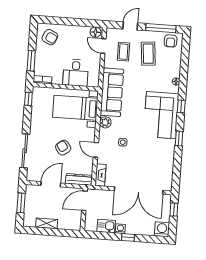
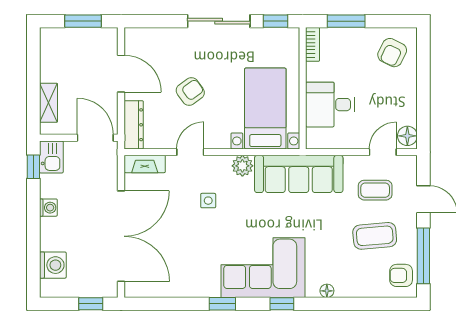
sliding door: (25, 151) -> (219, 21), moved
double door: (139, 191) -> (121, 236), swing flipped
shelving: (47, 223) -> (48, 103), moved
kitchen sink: (106, 226) -> (51, 157), moved
washing machine: (162, 229) -> (53, 265), moved
window: (128, 237) -> (33, 167), moved

